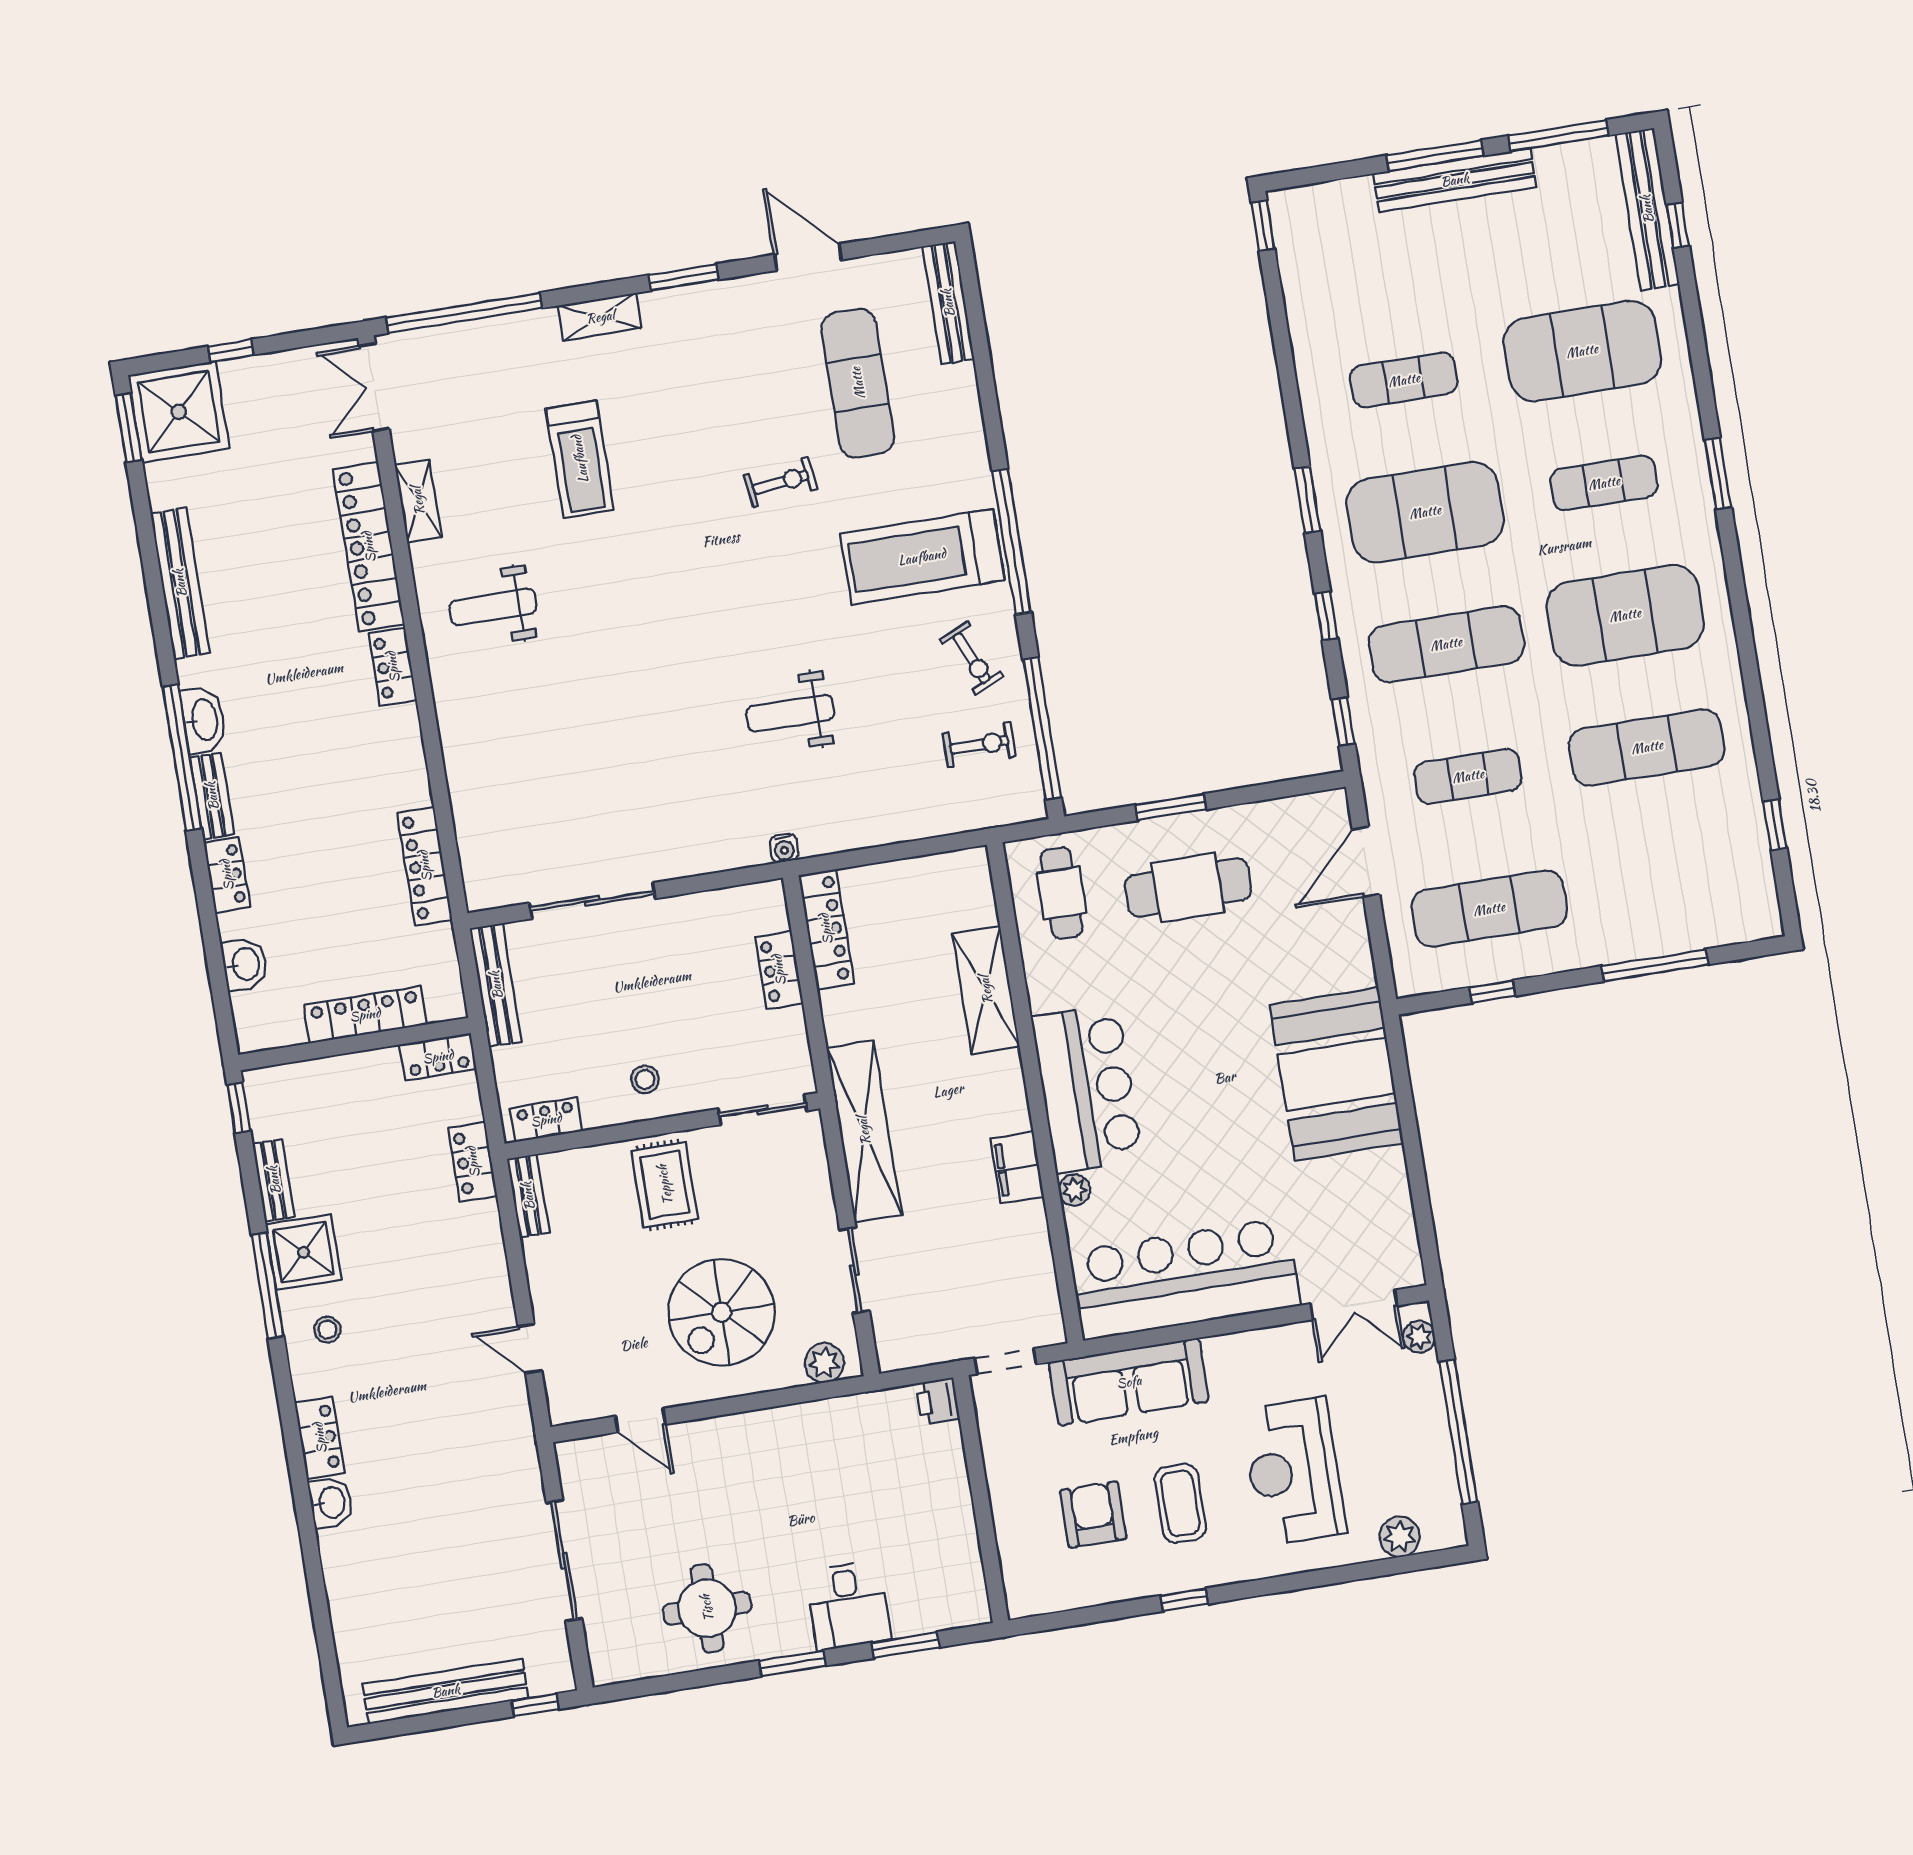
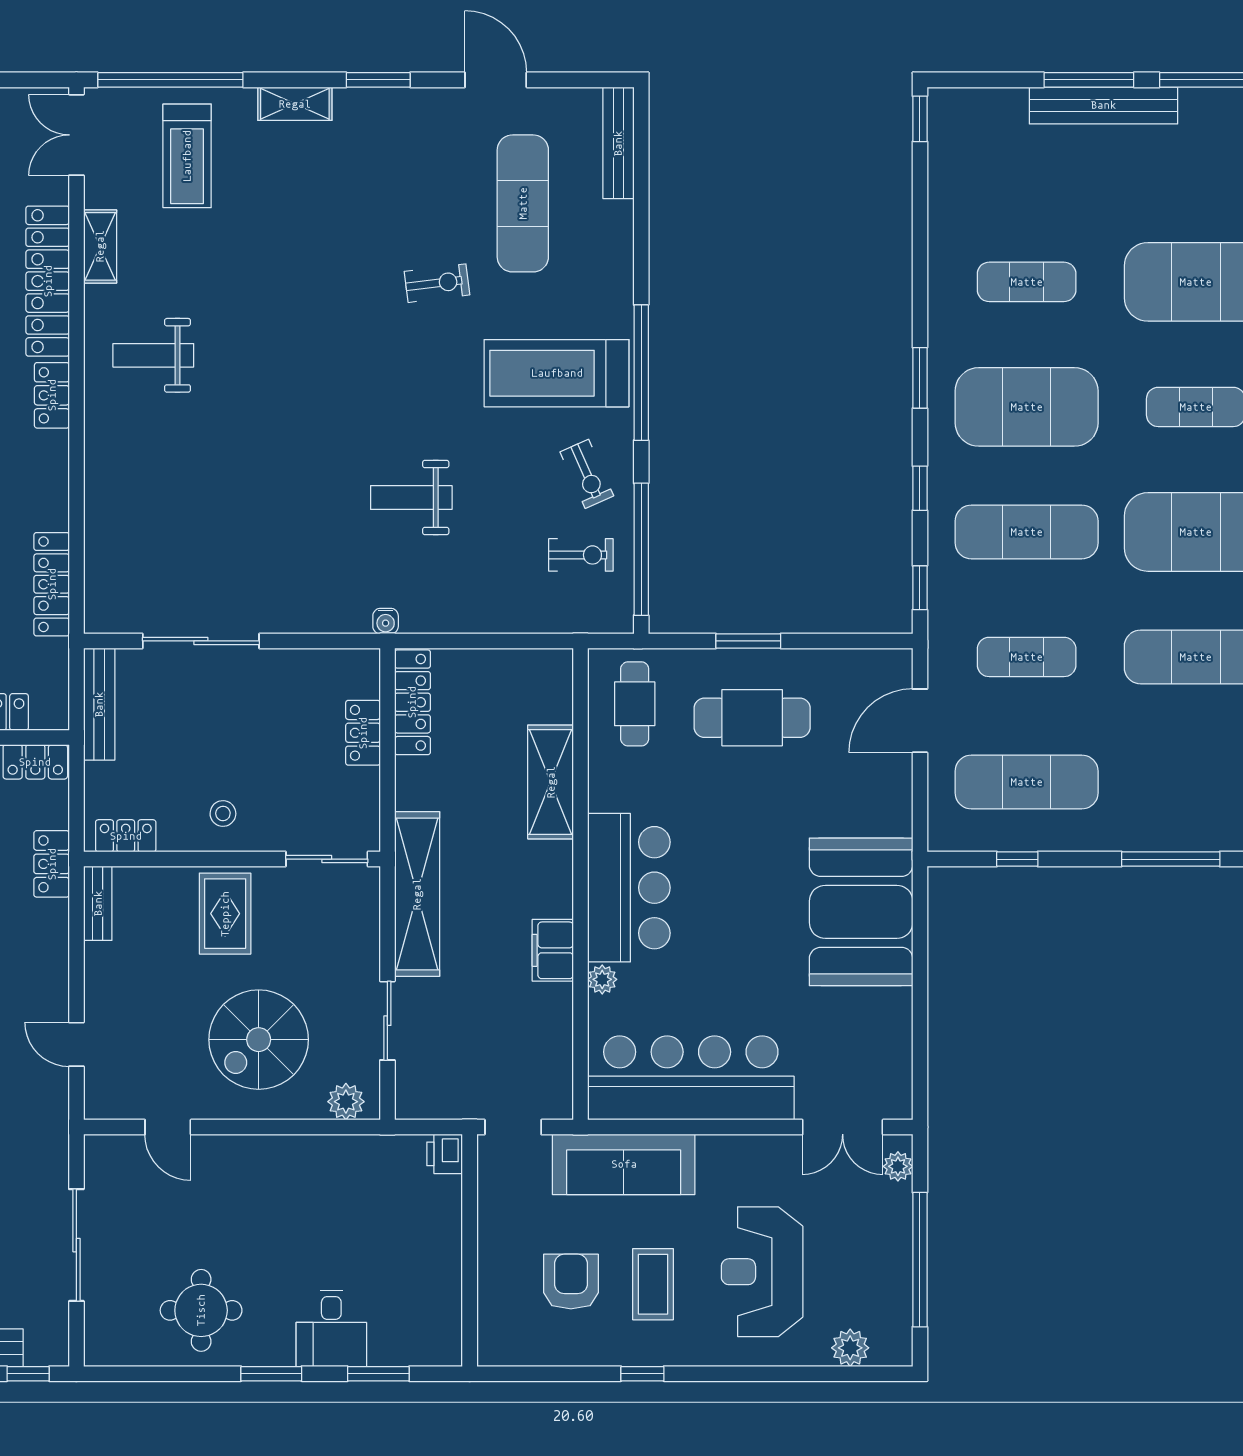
treadmill: (580, 459) -> (187, 156), moved

